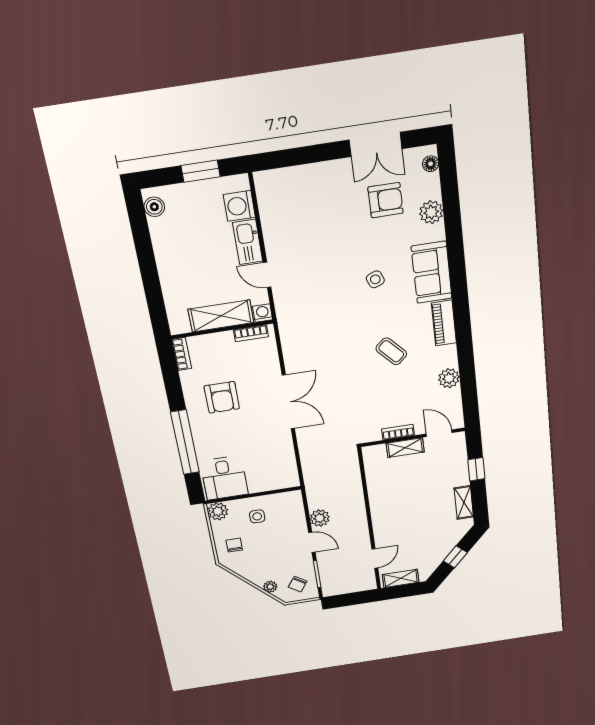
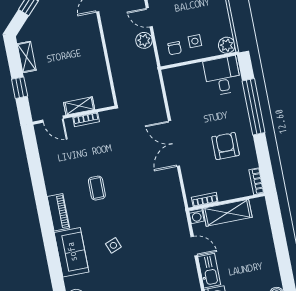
coffee table: (391, 351) -> (97, 188), turned 42
plant: (449, 378) -> (50, 167), removed
chair: (234, 545) -> (175, 48), moved

